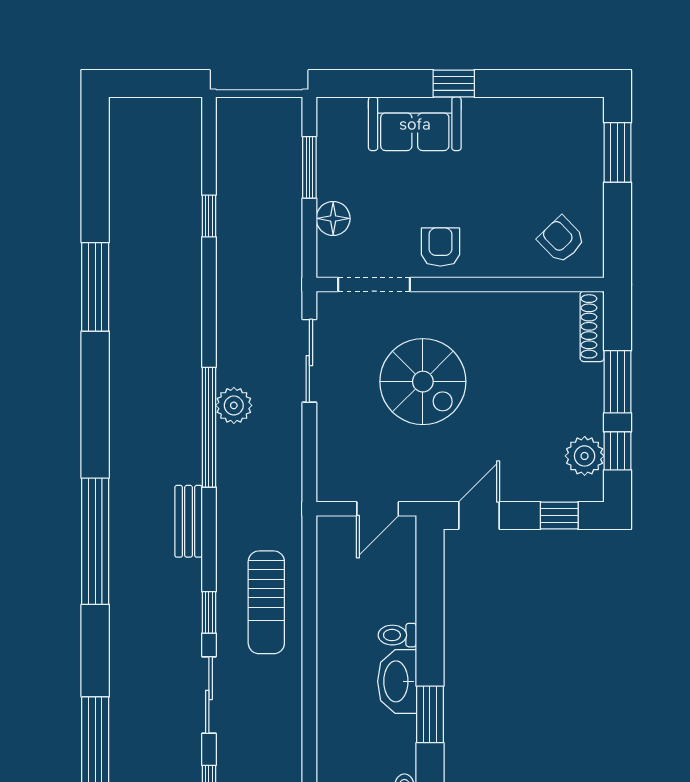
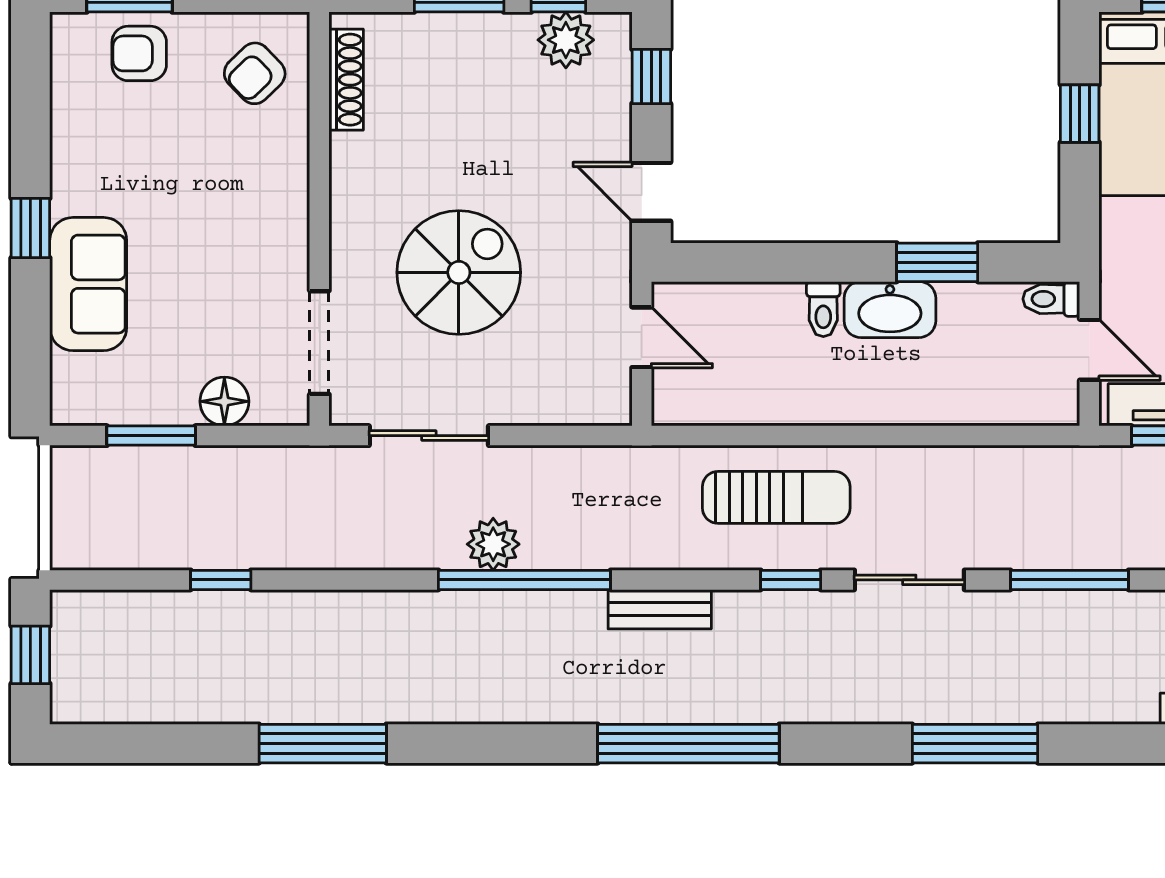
window: (157, 84) -> (30, 655), added
armchair: (440, 247) -> (139, 53), moved
shoe rack: (592, 326) -> (346, 80), moved, turned -90

